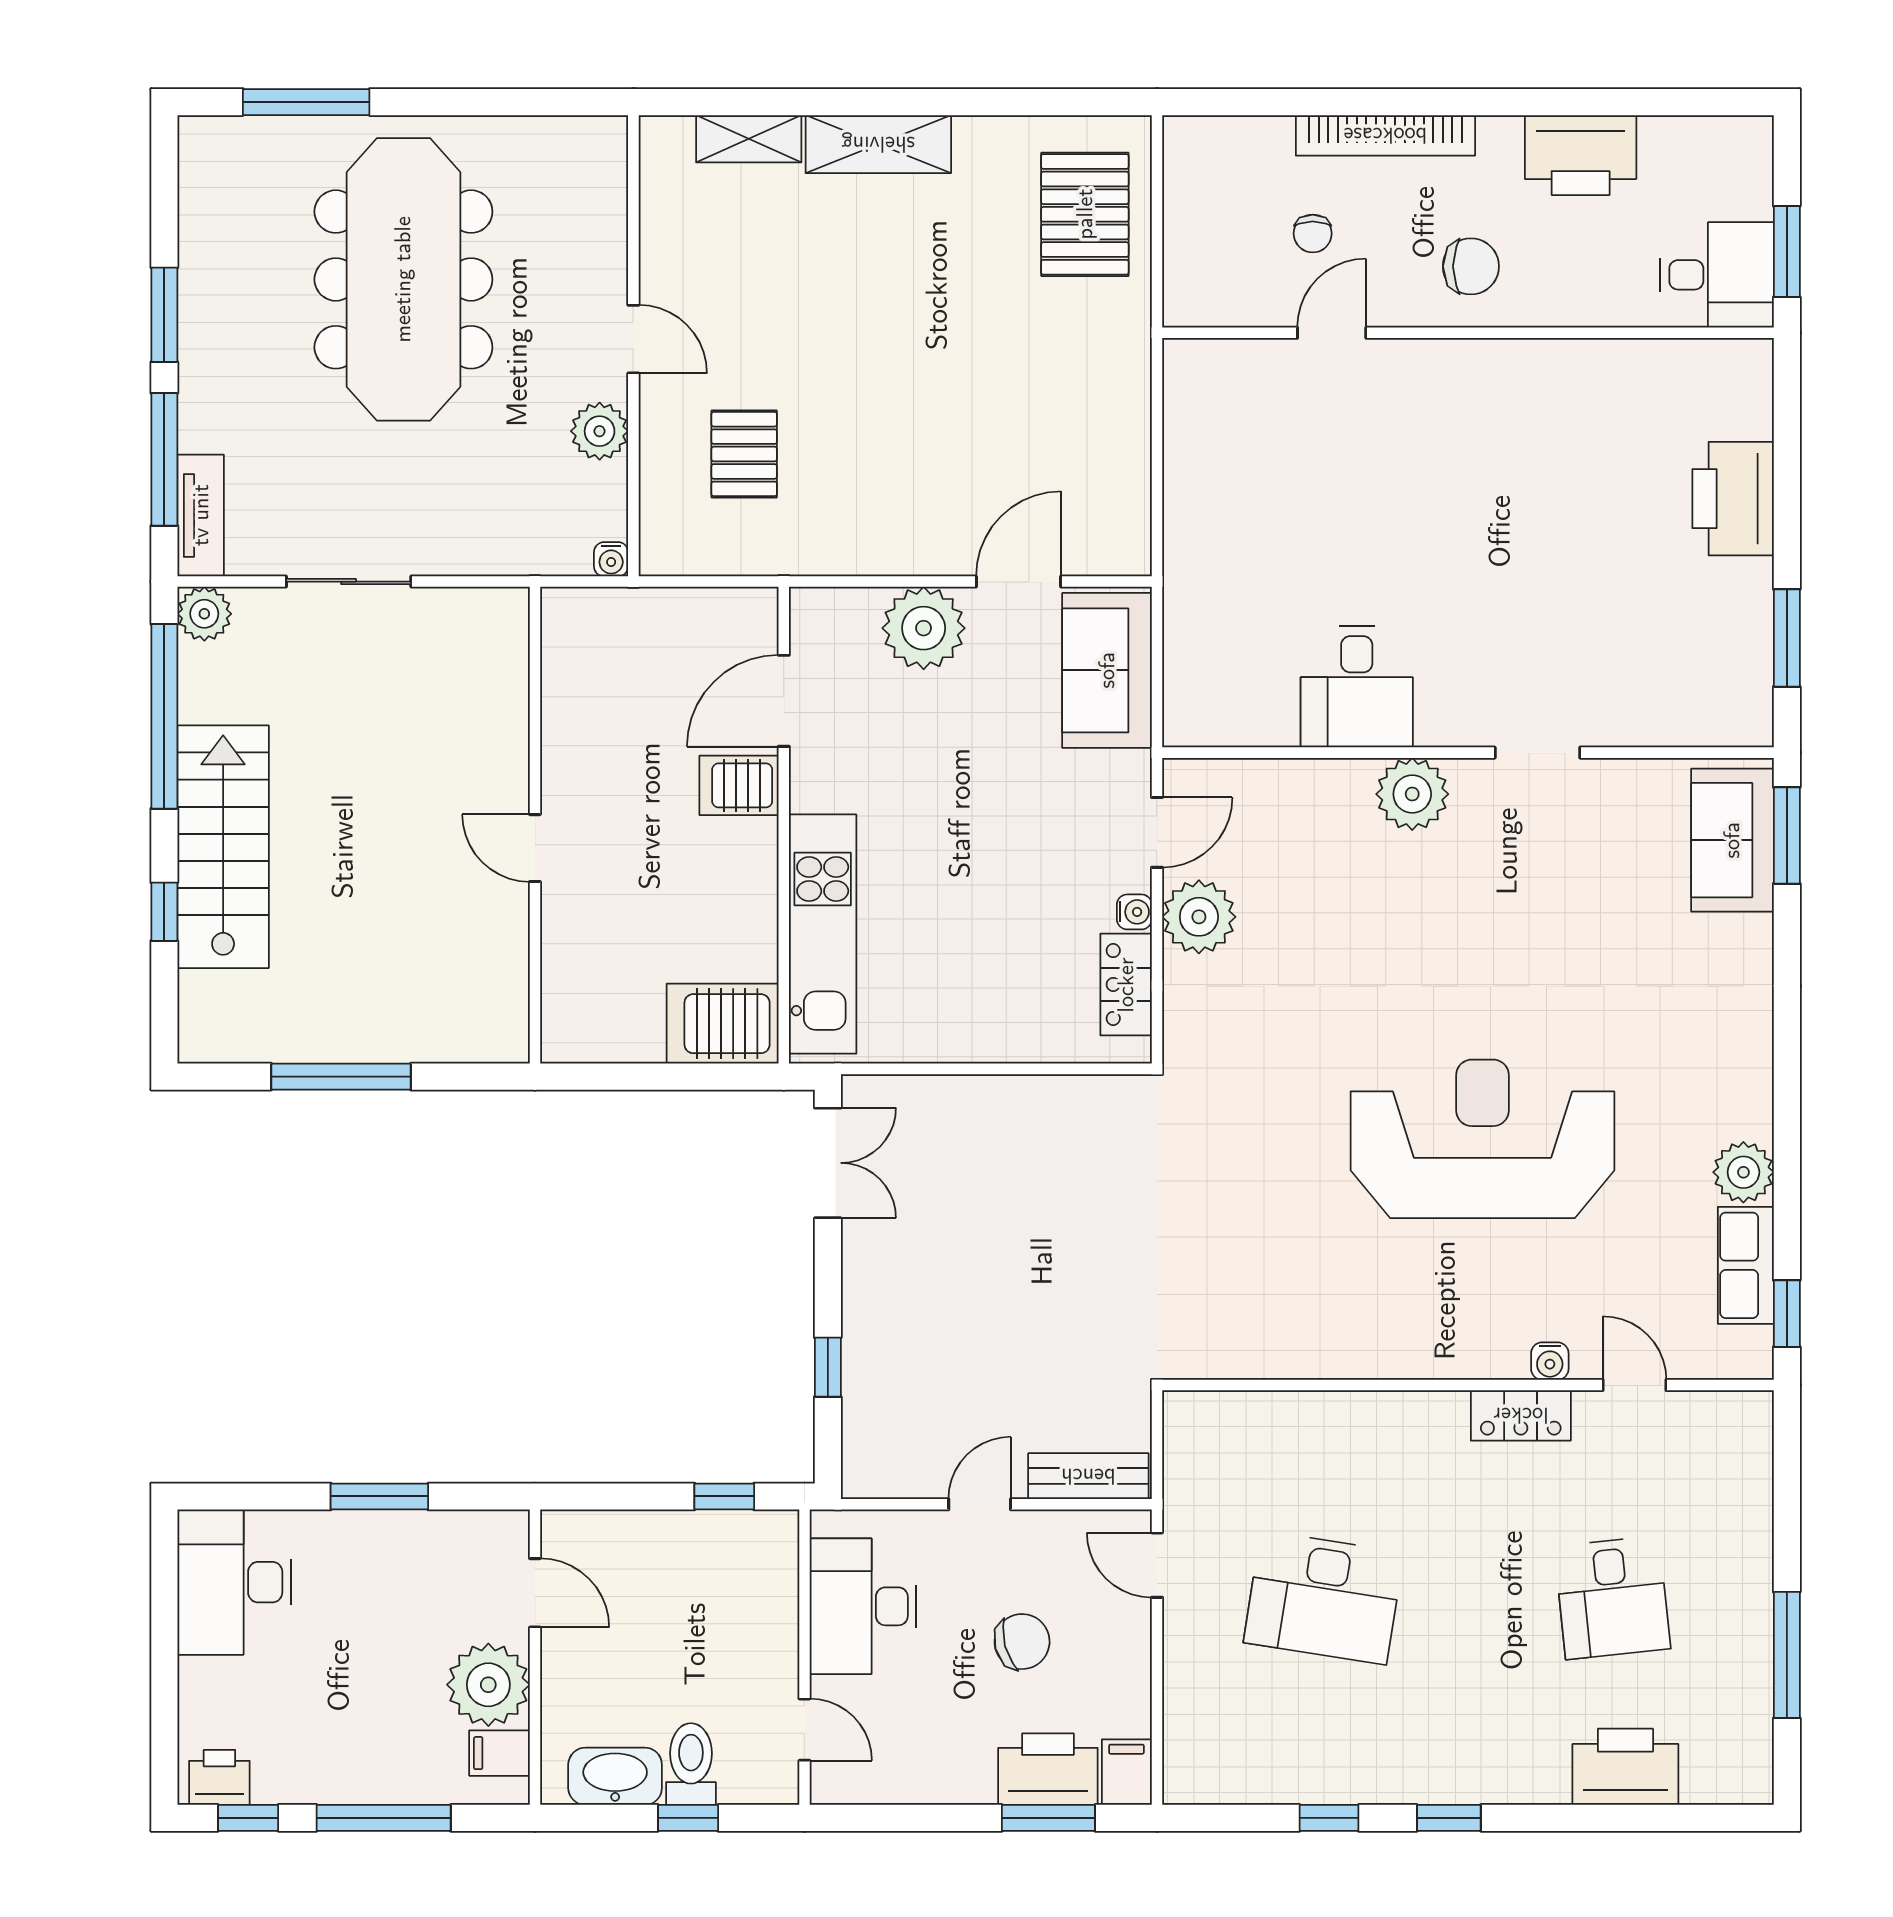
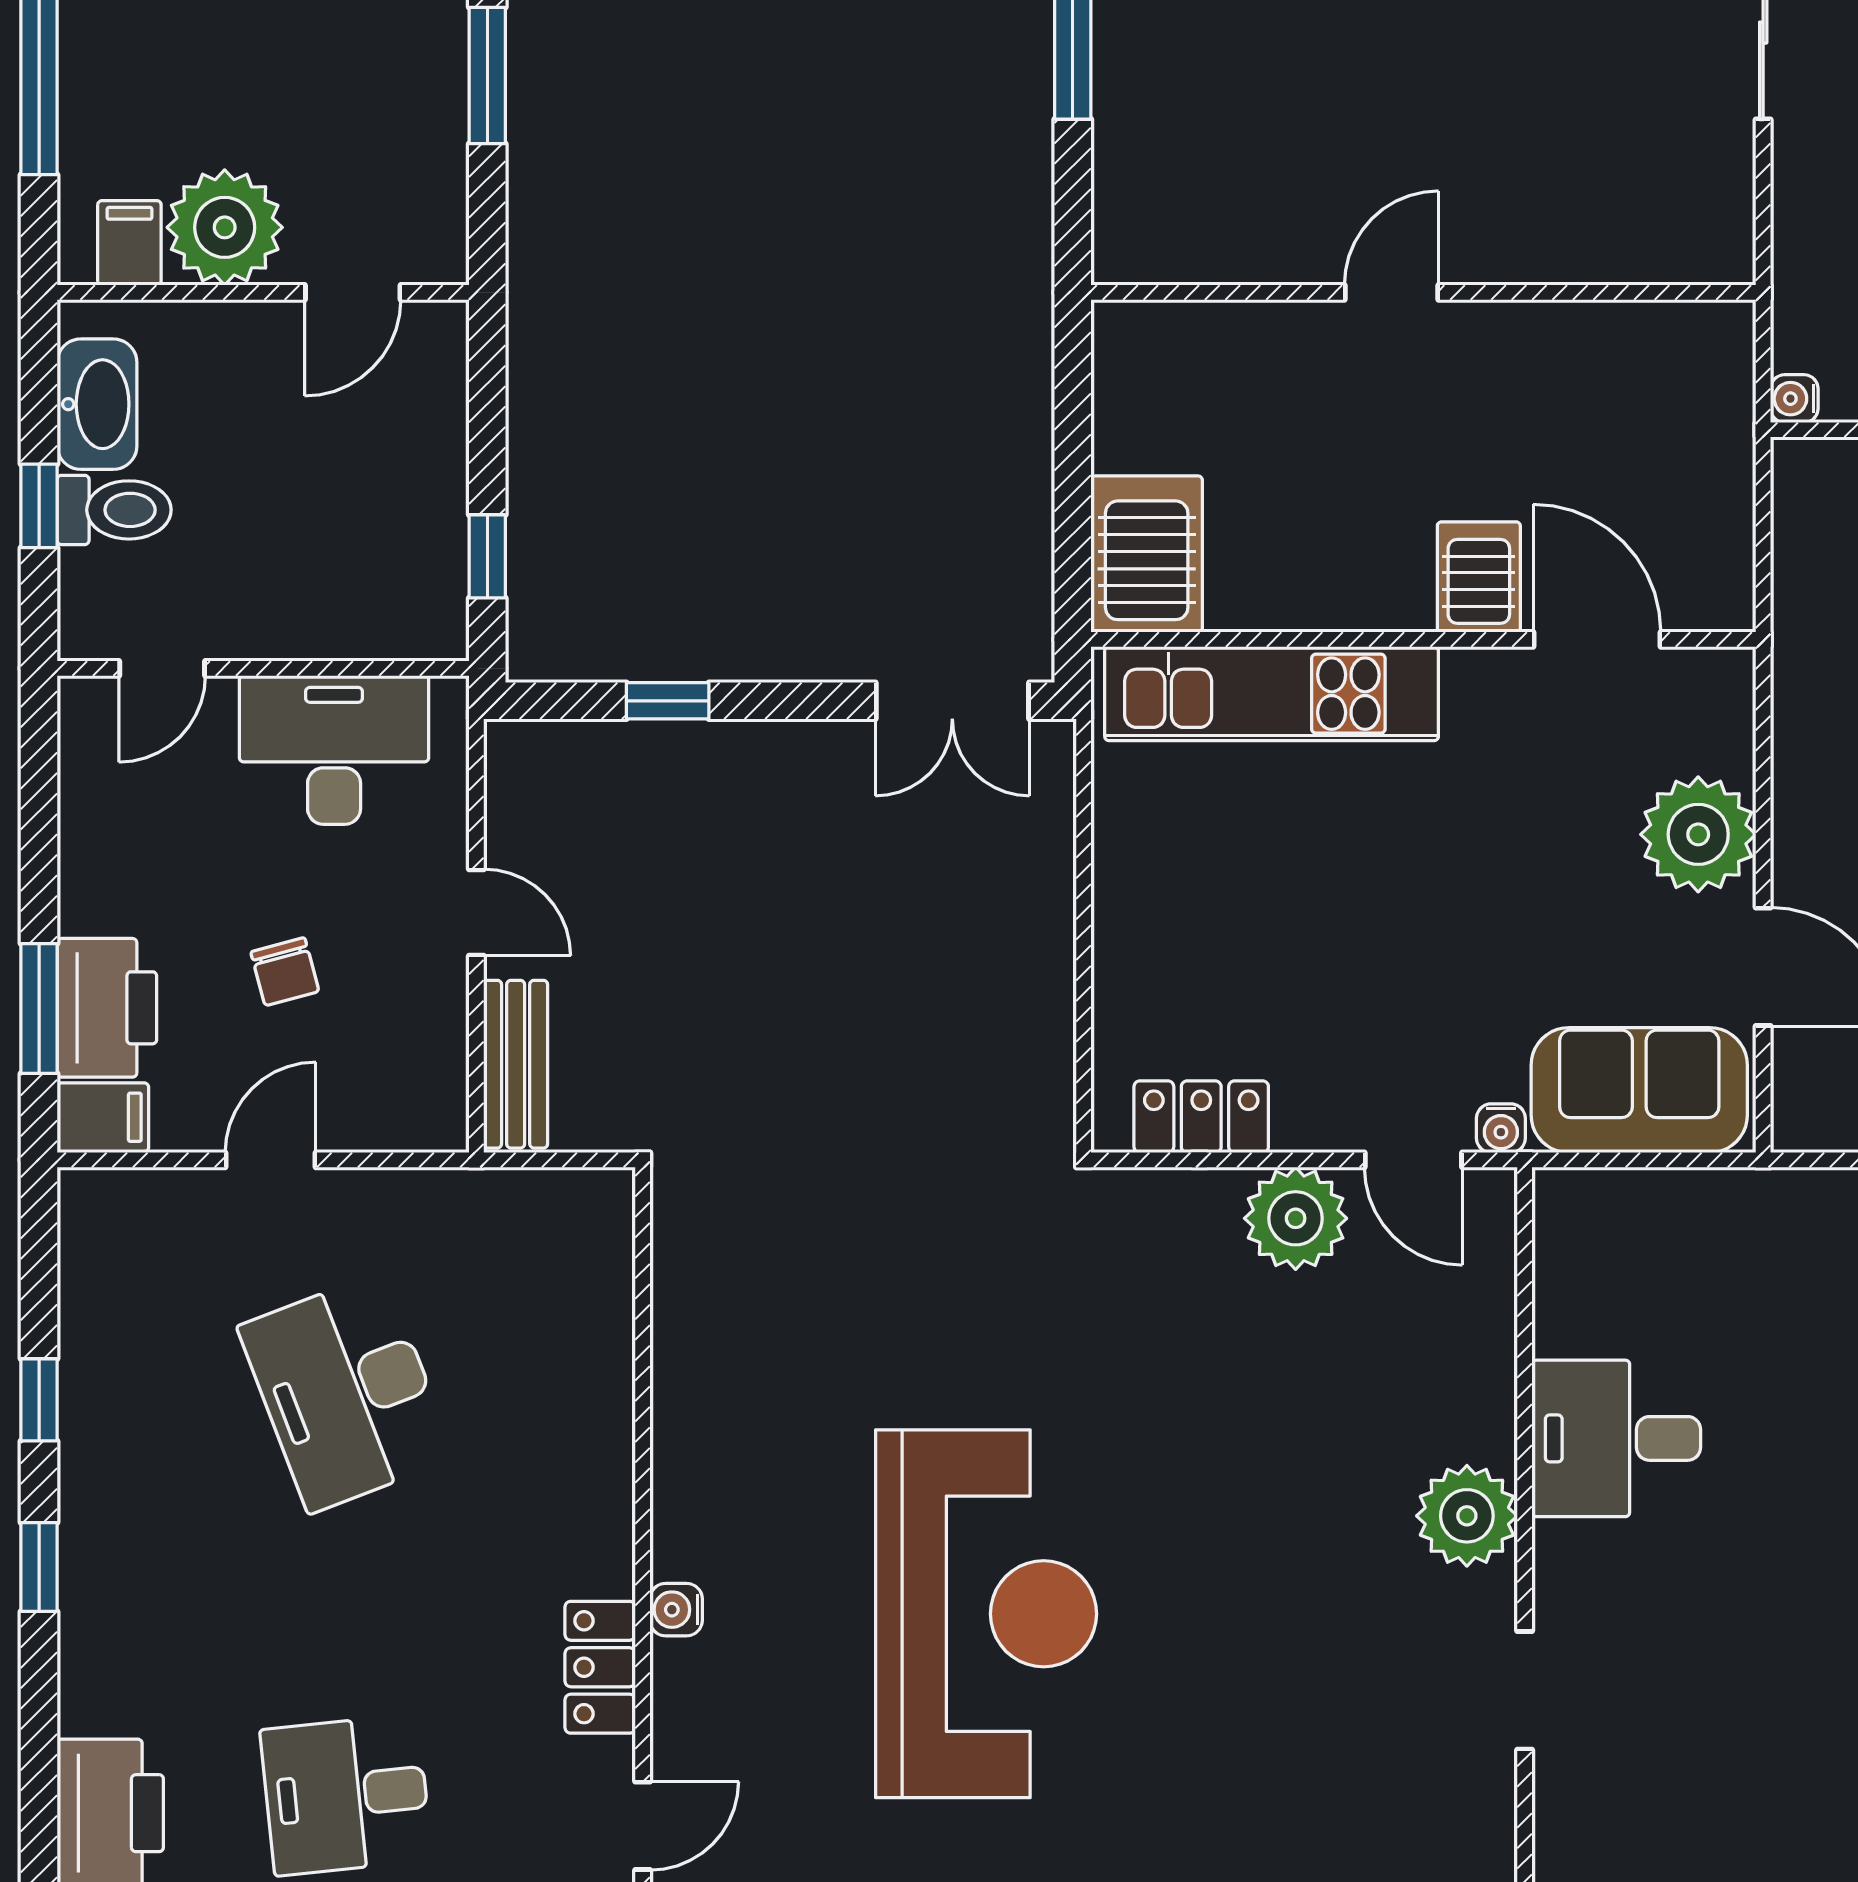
water cooler: (1134, 912) -> (1501, 1128), moved
water cooler: (1550, 1361) -> (676, 1610), moved
door: (1157, 1565) -> (271, 1160), moved
desk: (1324, 1598) -> (346, 1392), turned -30
chair: (1022, 1642) -> (285, 972), width x0.73, depth x0.73

